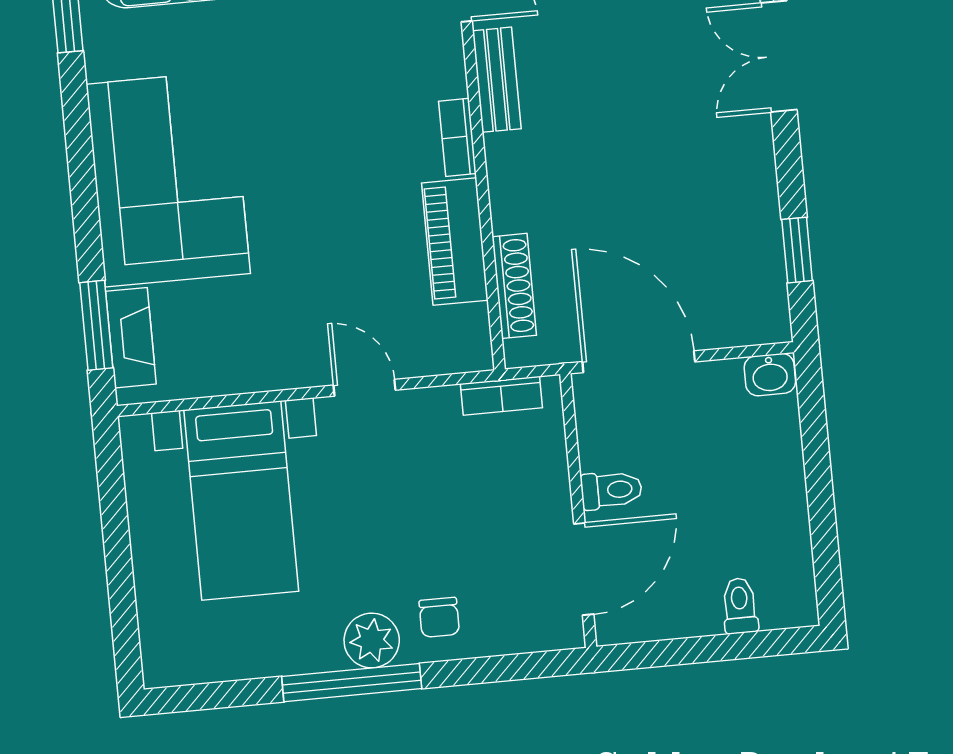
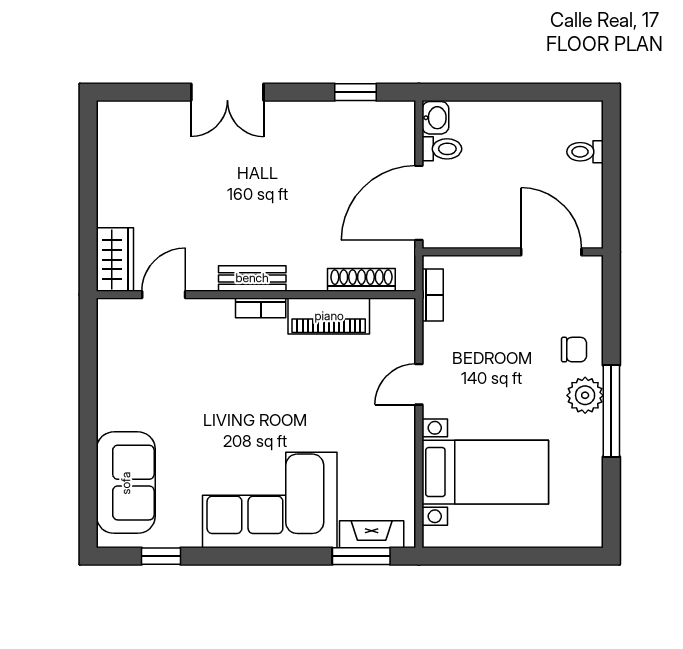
bench: (497, 80) -> (252, 278), moved
toilet: (611, 490) -> (442, 149), moved, turned 90

